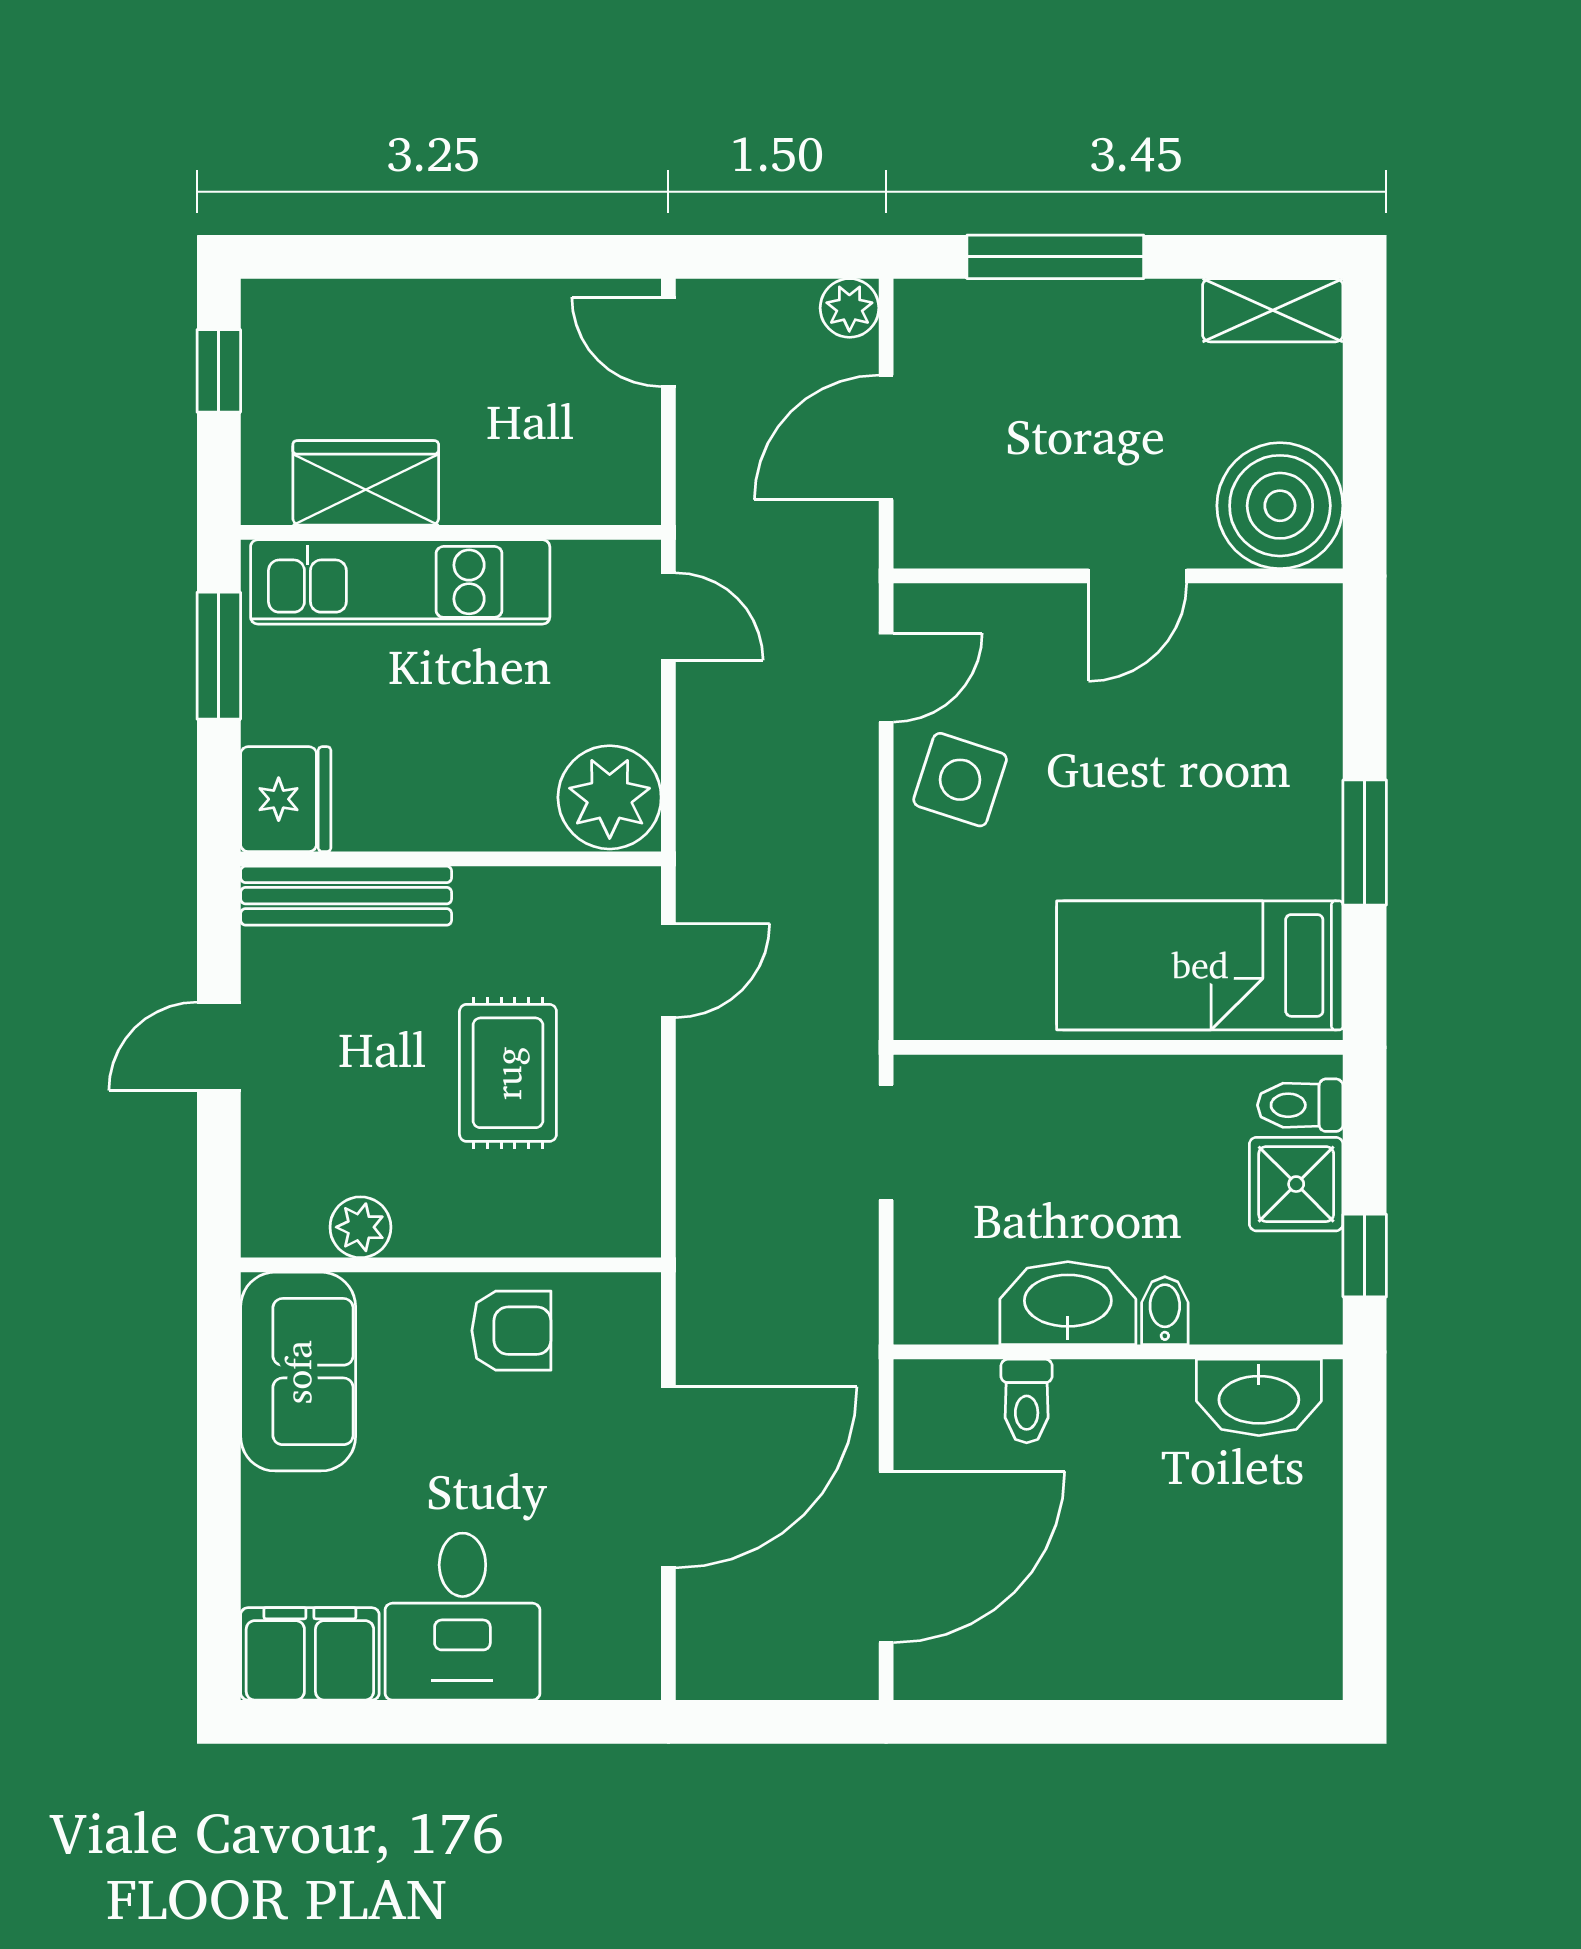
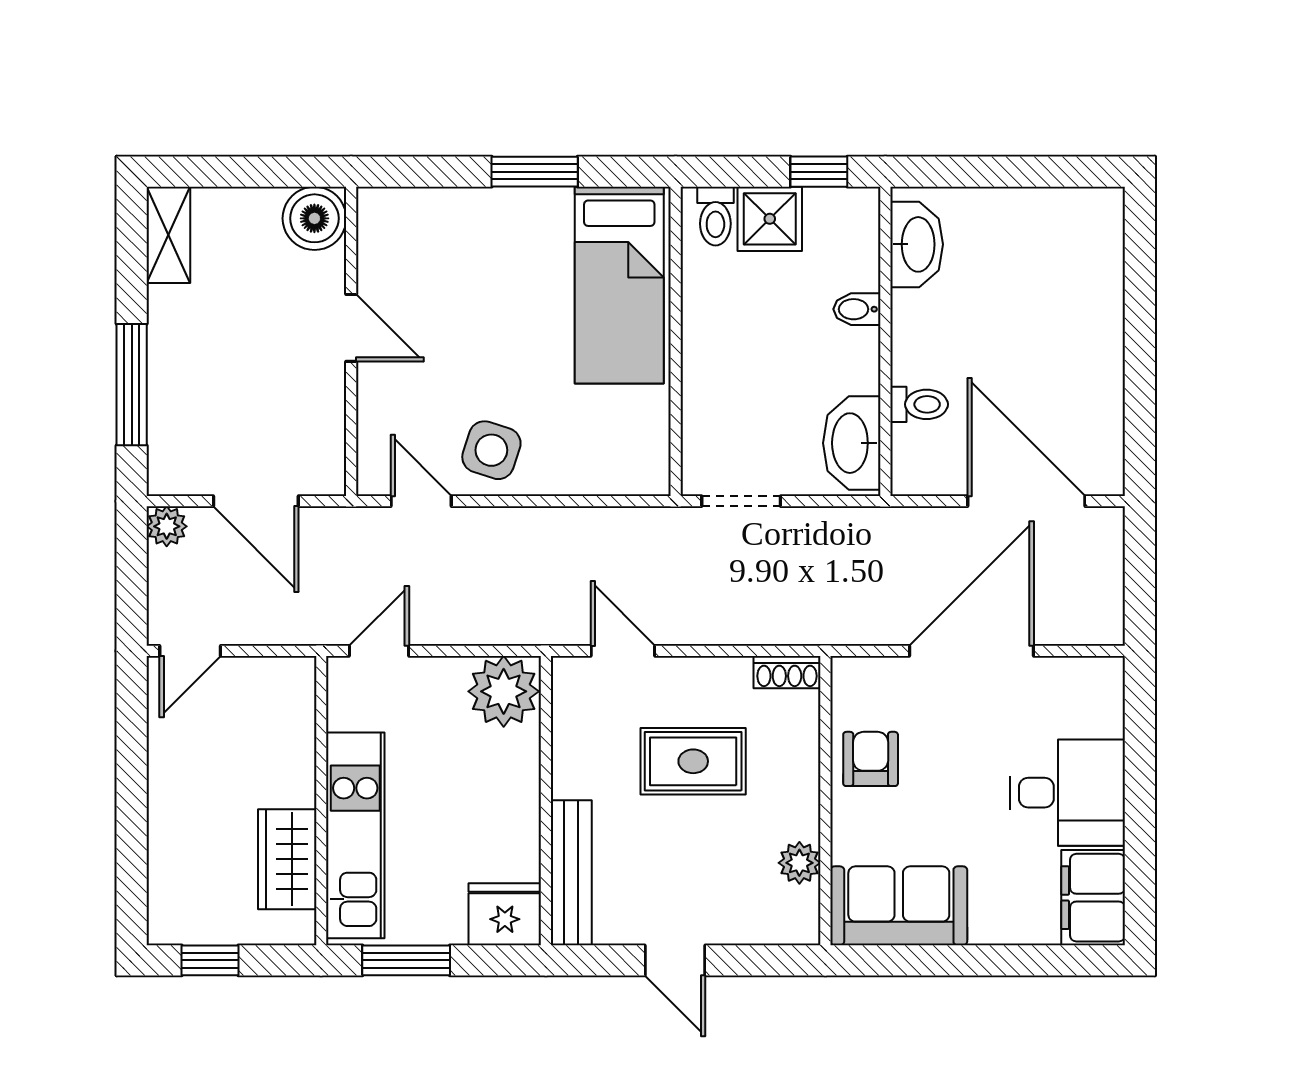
boiler: (1280, 506) -> (314, 218), width x0.73, depth x0.73
shoe rack: (638, 1209) -> (787, 672), added
washbasin: (1068, 1303) -> (852, 443), moved
door: (668, 1477) -> (972, 651), hinge flipped

